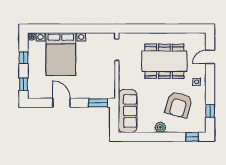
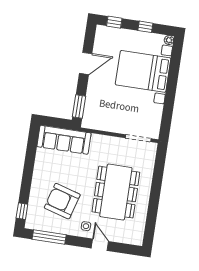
door: (210, 57) -> (100, 245), moved
window: (210, 111) -> (49, 237), width x2.17
plant: (160, 127) -> (39, 175), removed

